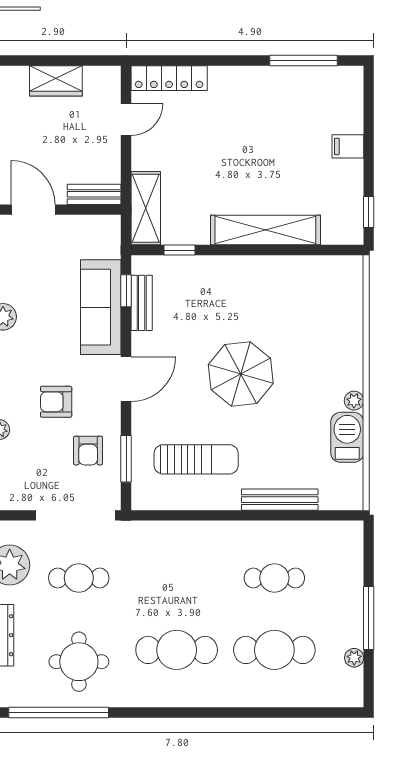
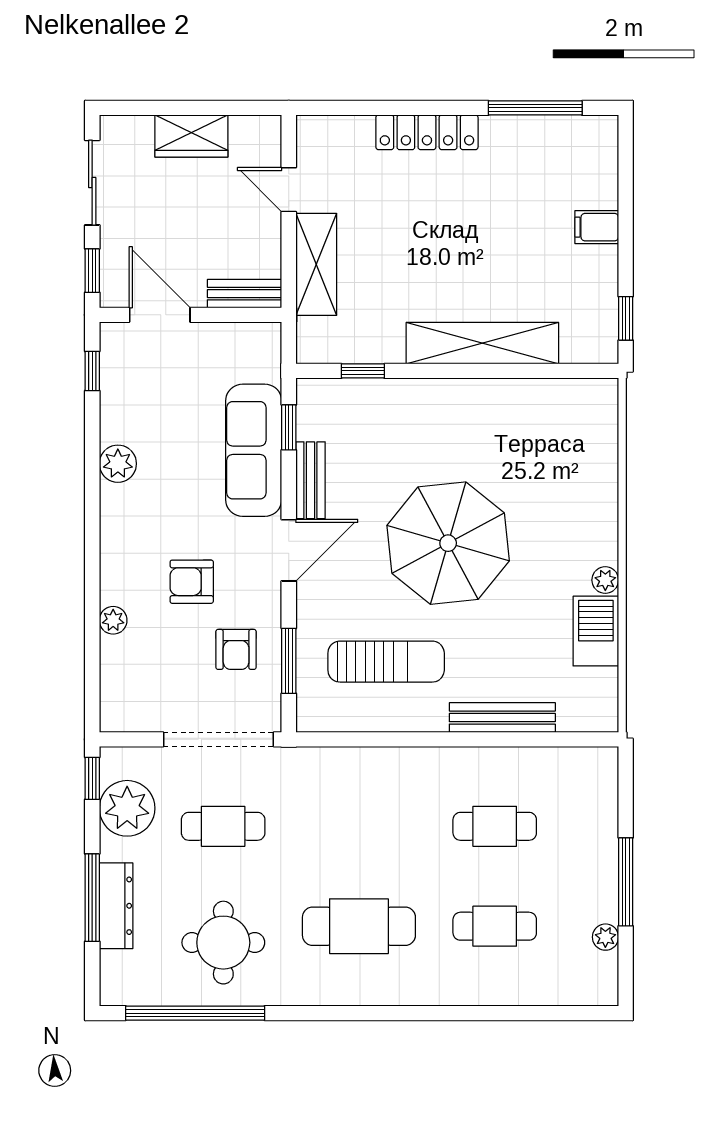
locker: (169, 78) -> (427, 132), moved
door: (126, 119) -> (289, 190), swing flipped
shelving: (146, 208) -> (316, 264), moved
bench: (142, 303) -> (310, 480), moved
parasol: (241, 374) -> (448, 543), width x1.36, depth x1.36
cafe table: (274, 650) -> (495, 926), width x0.73, depth x0.74

